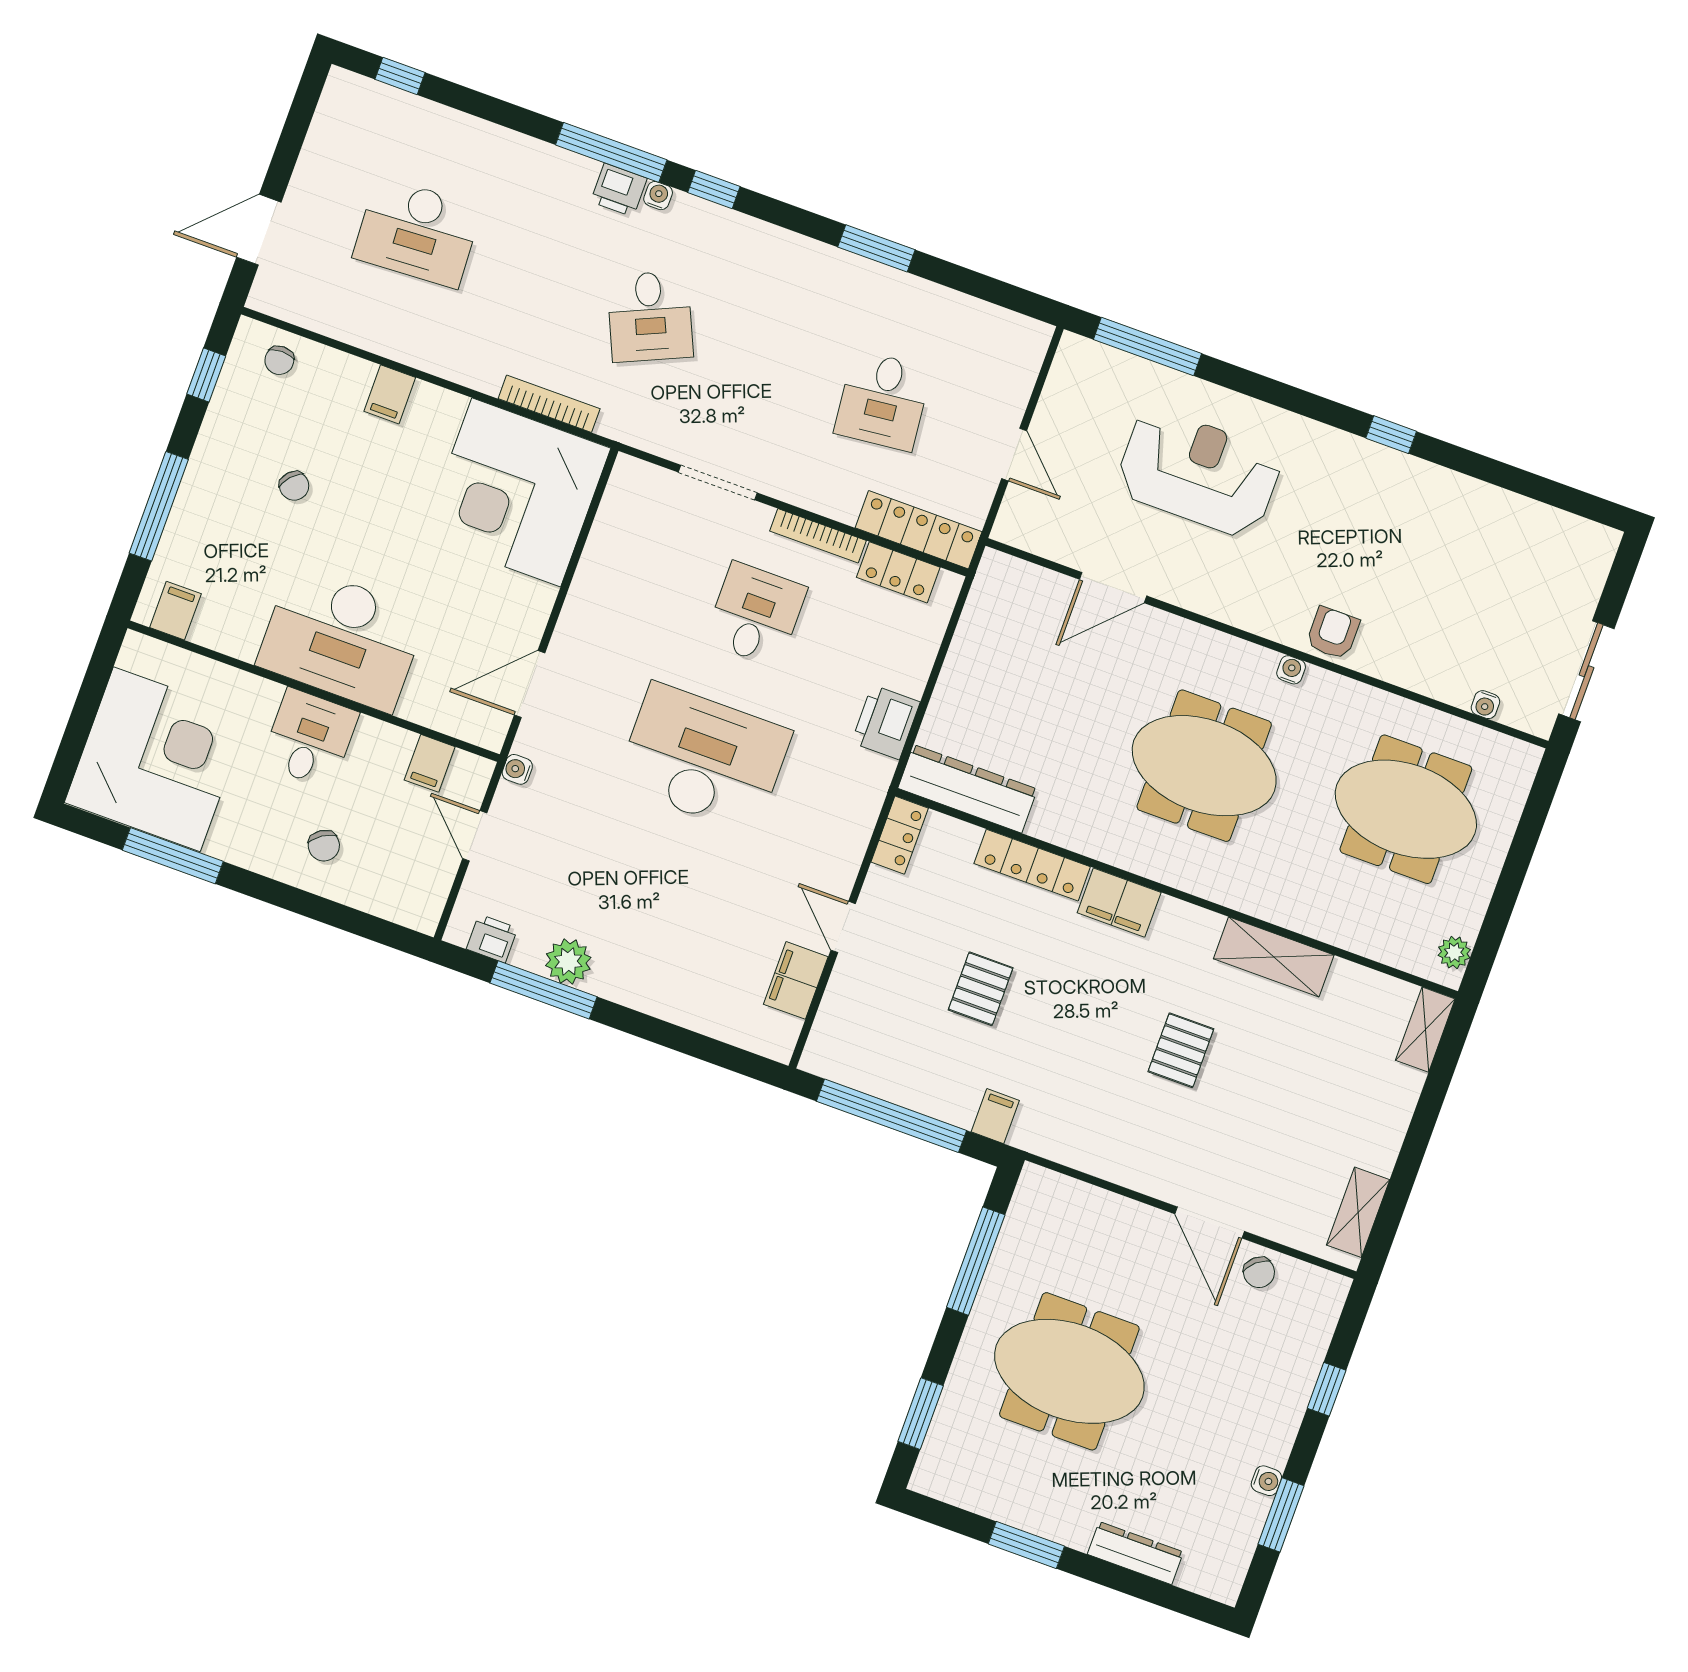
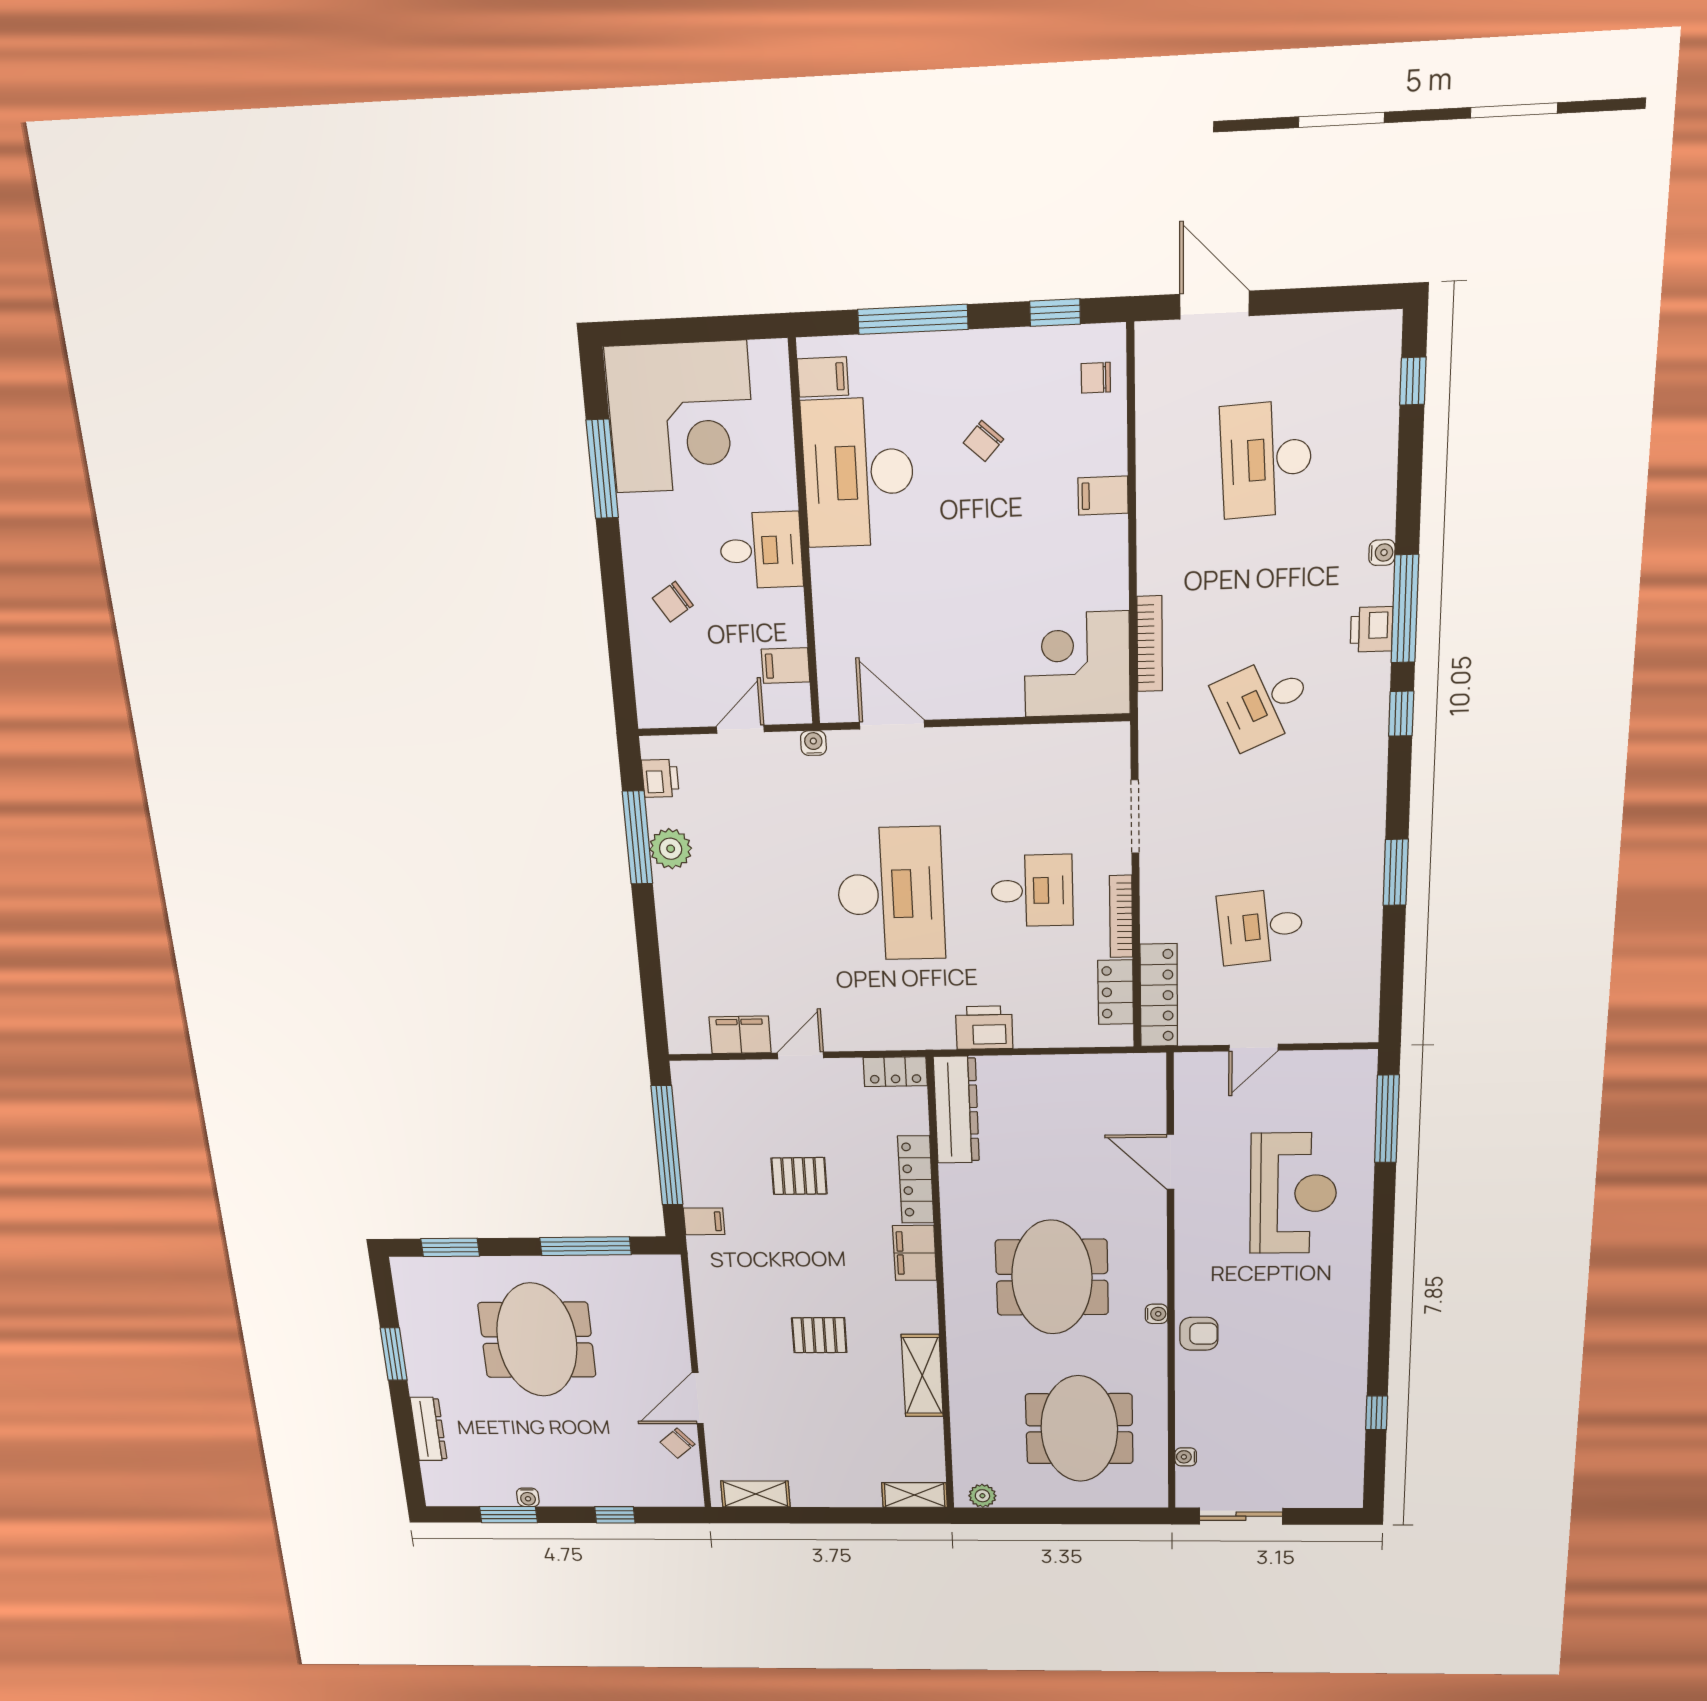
water cooler: (658, 196) -> (1382, 553), moved
window: (1391, 435) -> (1377, 1413), moved
corner desk: (516, 492) -> (1077, 664), width x0.74, depth x0.74
desk: (342, 639) -> (858, 473), moved

